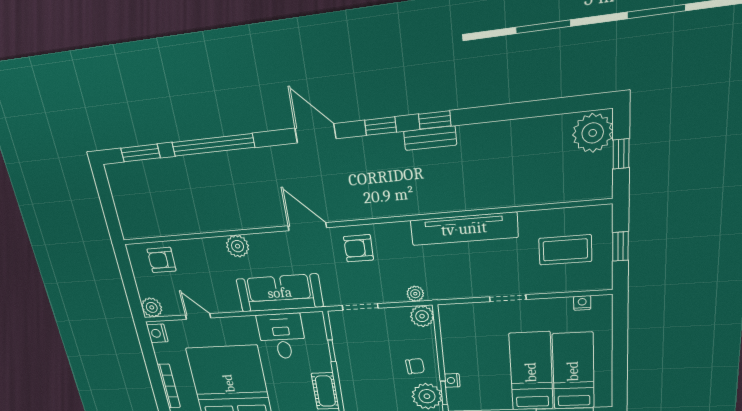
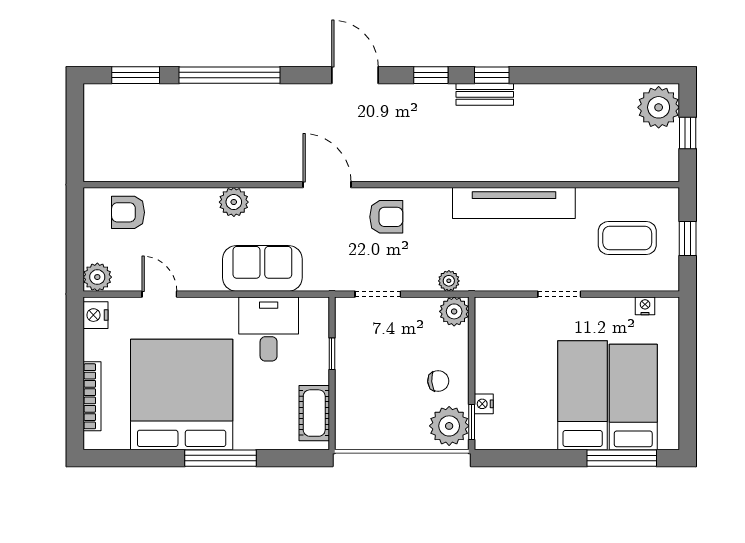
armchair: (359, 248) -> (386, 217), turned 180
sofa: (280, 293) -> (262, 268), width x0.73

